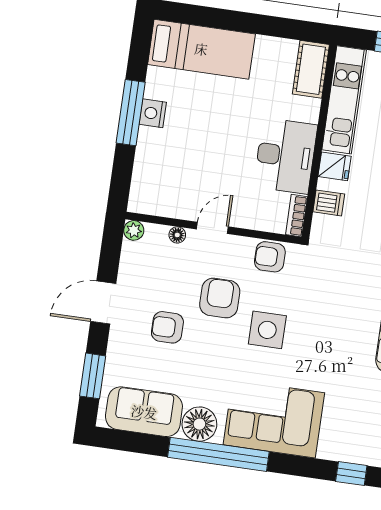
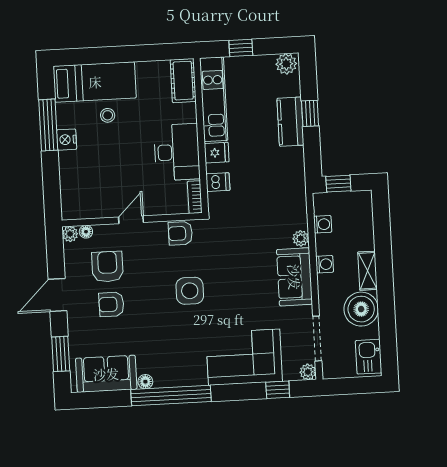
stool: (209, 93) -> (108, 115), added
window: (131, 113) -> (48, 125), moved
floor lamp: (177, 235) -> (86, 232), moved
armchair: (220, 298) -> (107, 267), moved
corner sofa: (274, 419) -> (244, 357), moved
floor lamp: (199, 424) -> (145, 382), width x0.53, depth x0.53

